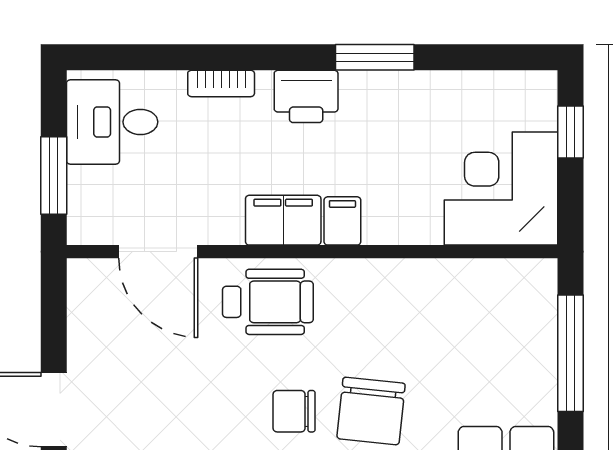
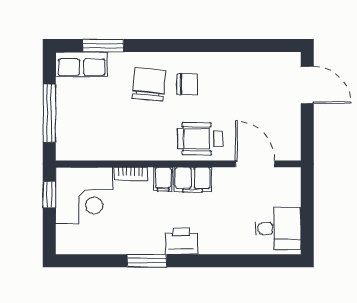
bookcase: (221, 83) -> (131, 174), moved, turned 180
window: (570, 132) -> (49, 195), moved
window: (54, 176) -> (307, 202), removed

